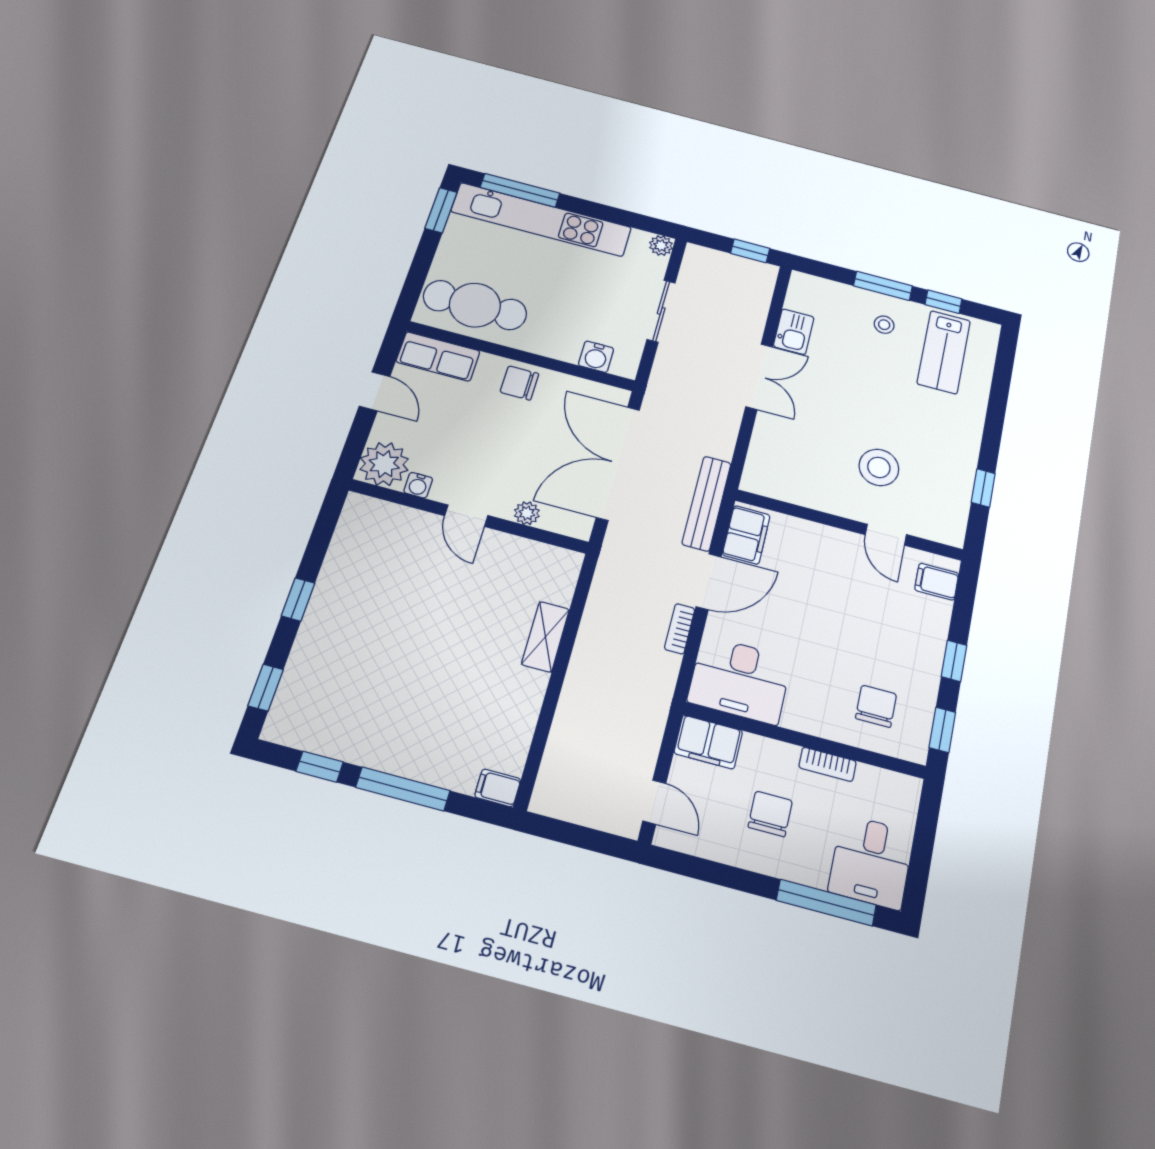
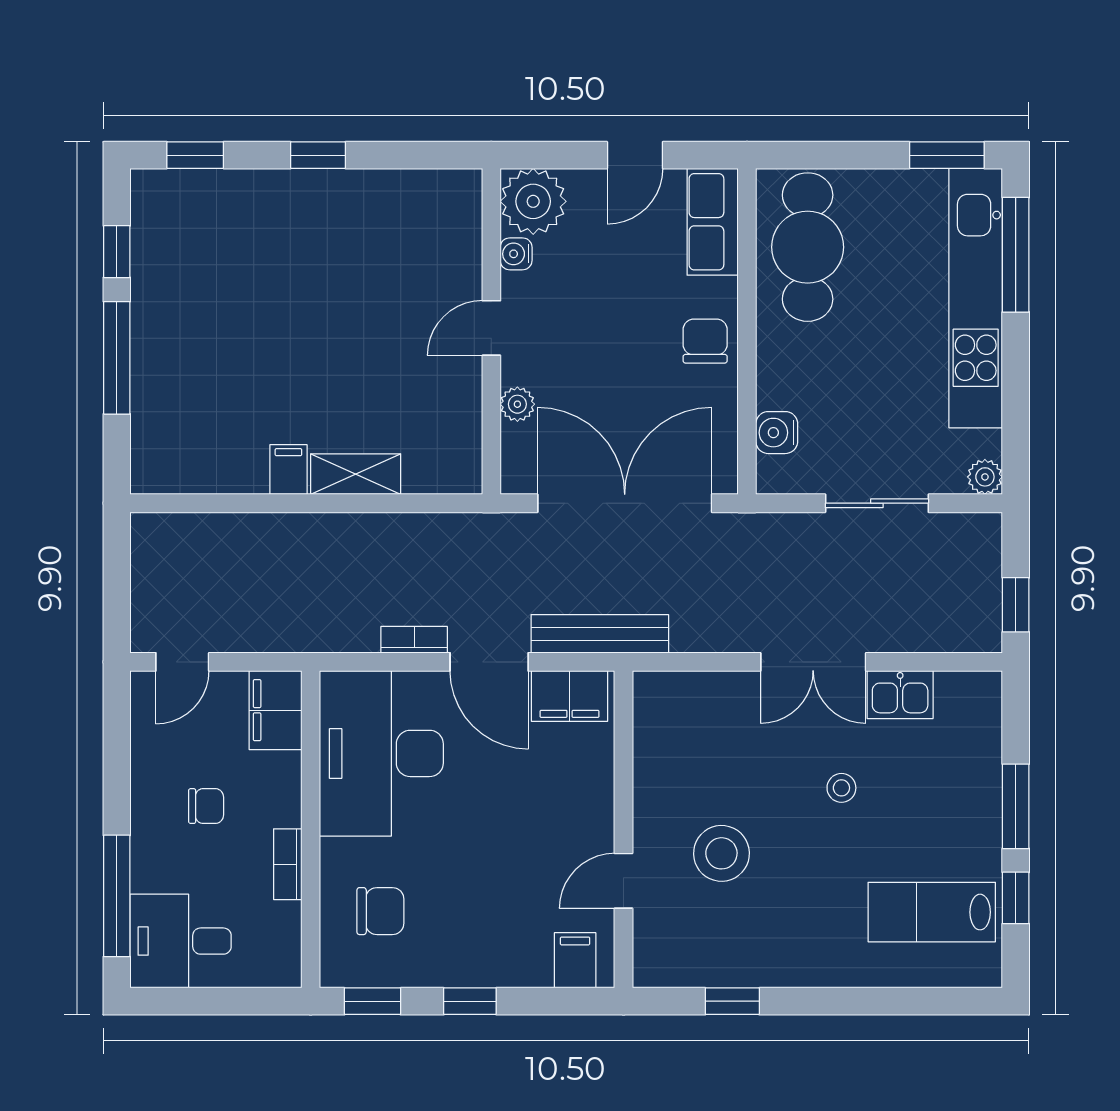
stool: (884, 325) -> (841, 788), moved
desk: (740, 680) -> (381, 753), width x1.36, depth x1.30
filing cabinet: (498, 788) -> (288, 470), moved
chair: (770, 814) -> (206, 806), width x0.73, depth x0.73

